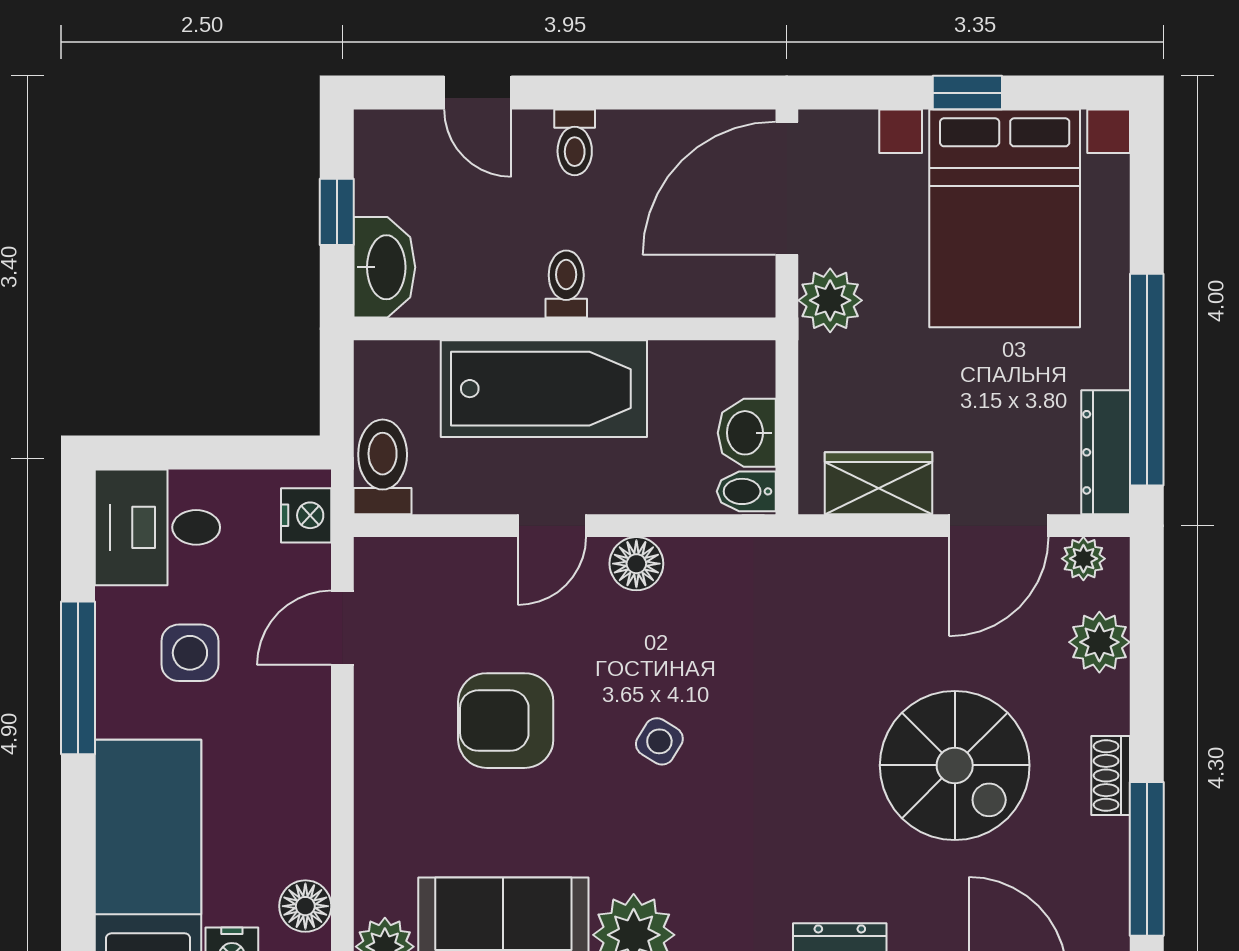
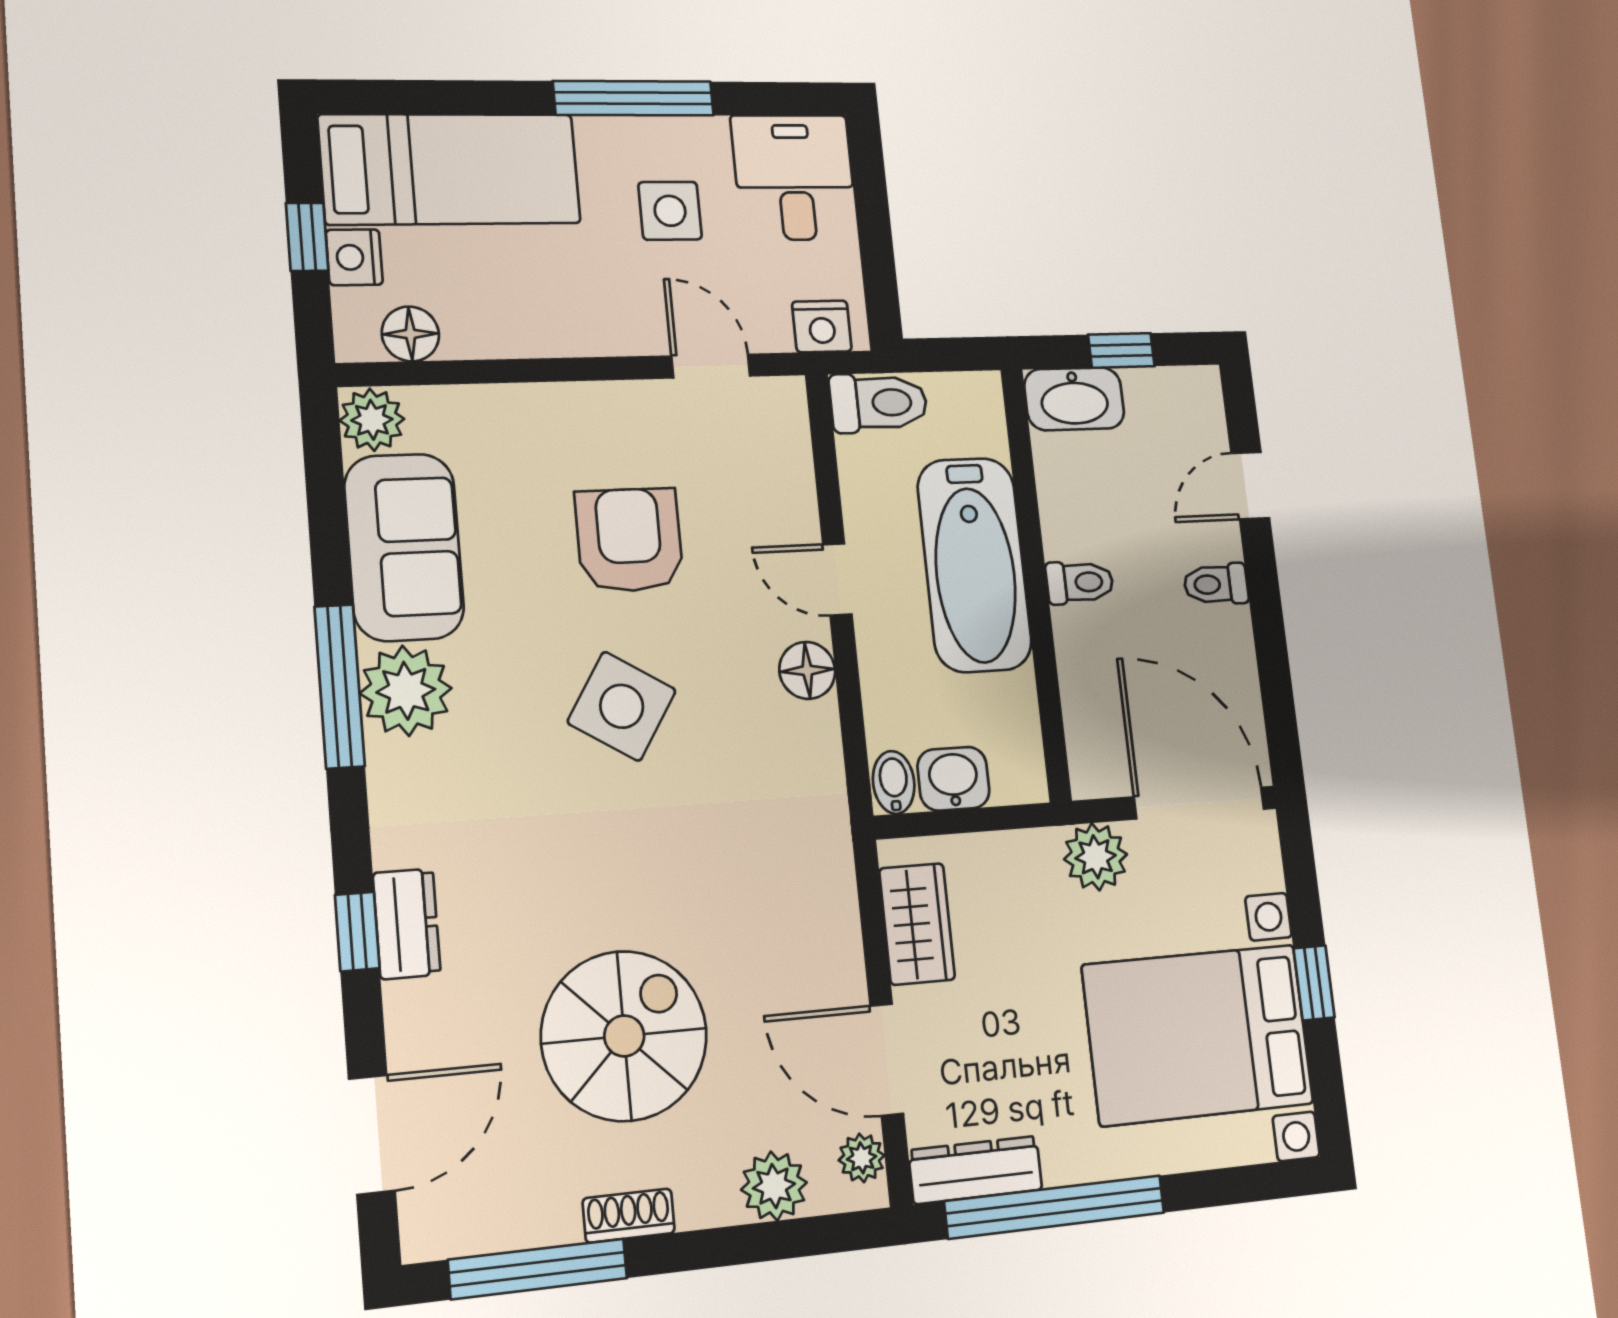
side table: (659, 741) -> (622, 706), width x1.87, depth x1.87
spiral stairs: (955, 765) -> (624, 1036), turned 180

